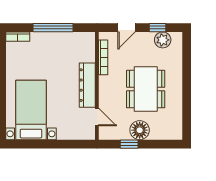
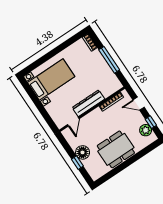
dining table: (146, 89) -> (116, 149), moved
window: (129, 144) -> (77, 163), moved

